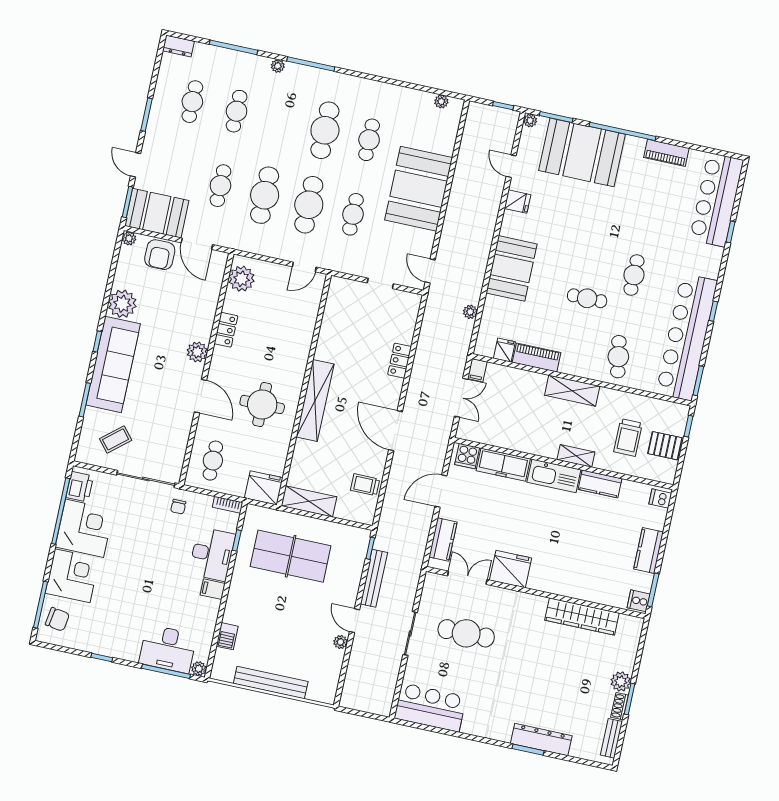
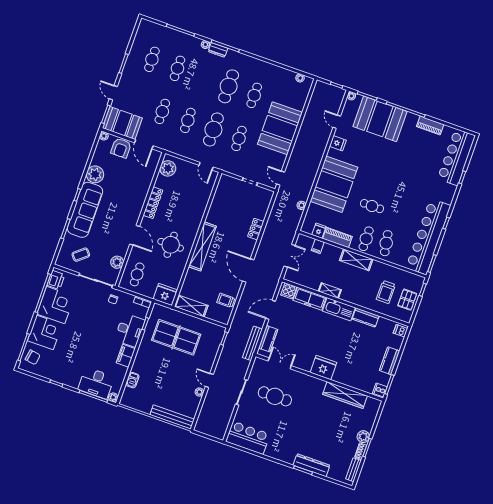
dresser: (178, 46) -> (218, 50), moved
cafe table: (265, 195) -> (188, 120), width x0.73, depth x0.74
door: (304, 267) -> (206, 166), hinge flipped
booth: (511, 268) -> (334, 184), width x1.36, depth x1.42
cafe table: (634, 275) -> (366, 239), moved
locker: (226, 330) -> (153, 203), width x1.53
plant: (197, 352) -> (117, 262), moved
filing cabinet: (477, 370) -> (318, 246), moved
pallet: (665, 446) -> (407, 300), turned 90
shelving: (576, 456) -> (330, 291), moved
fridge: (511, 569) -> (323, 368), moved
bench: (374, 578) -> (252, 343), moved
filing cabinet: (213, 589) -> (126, 356), width x2.00
bench: (271, 683) -> (172, 417), moved

